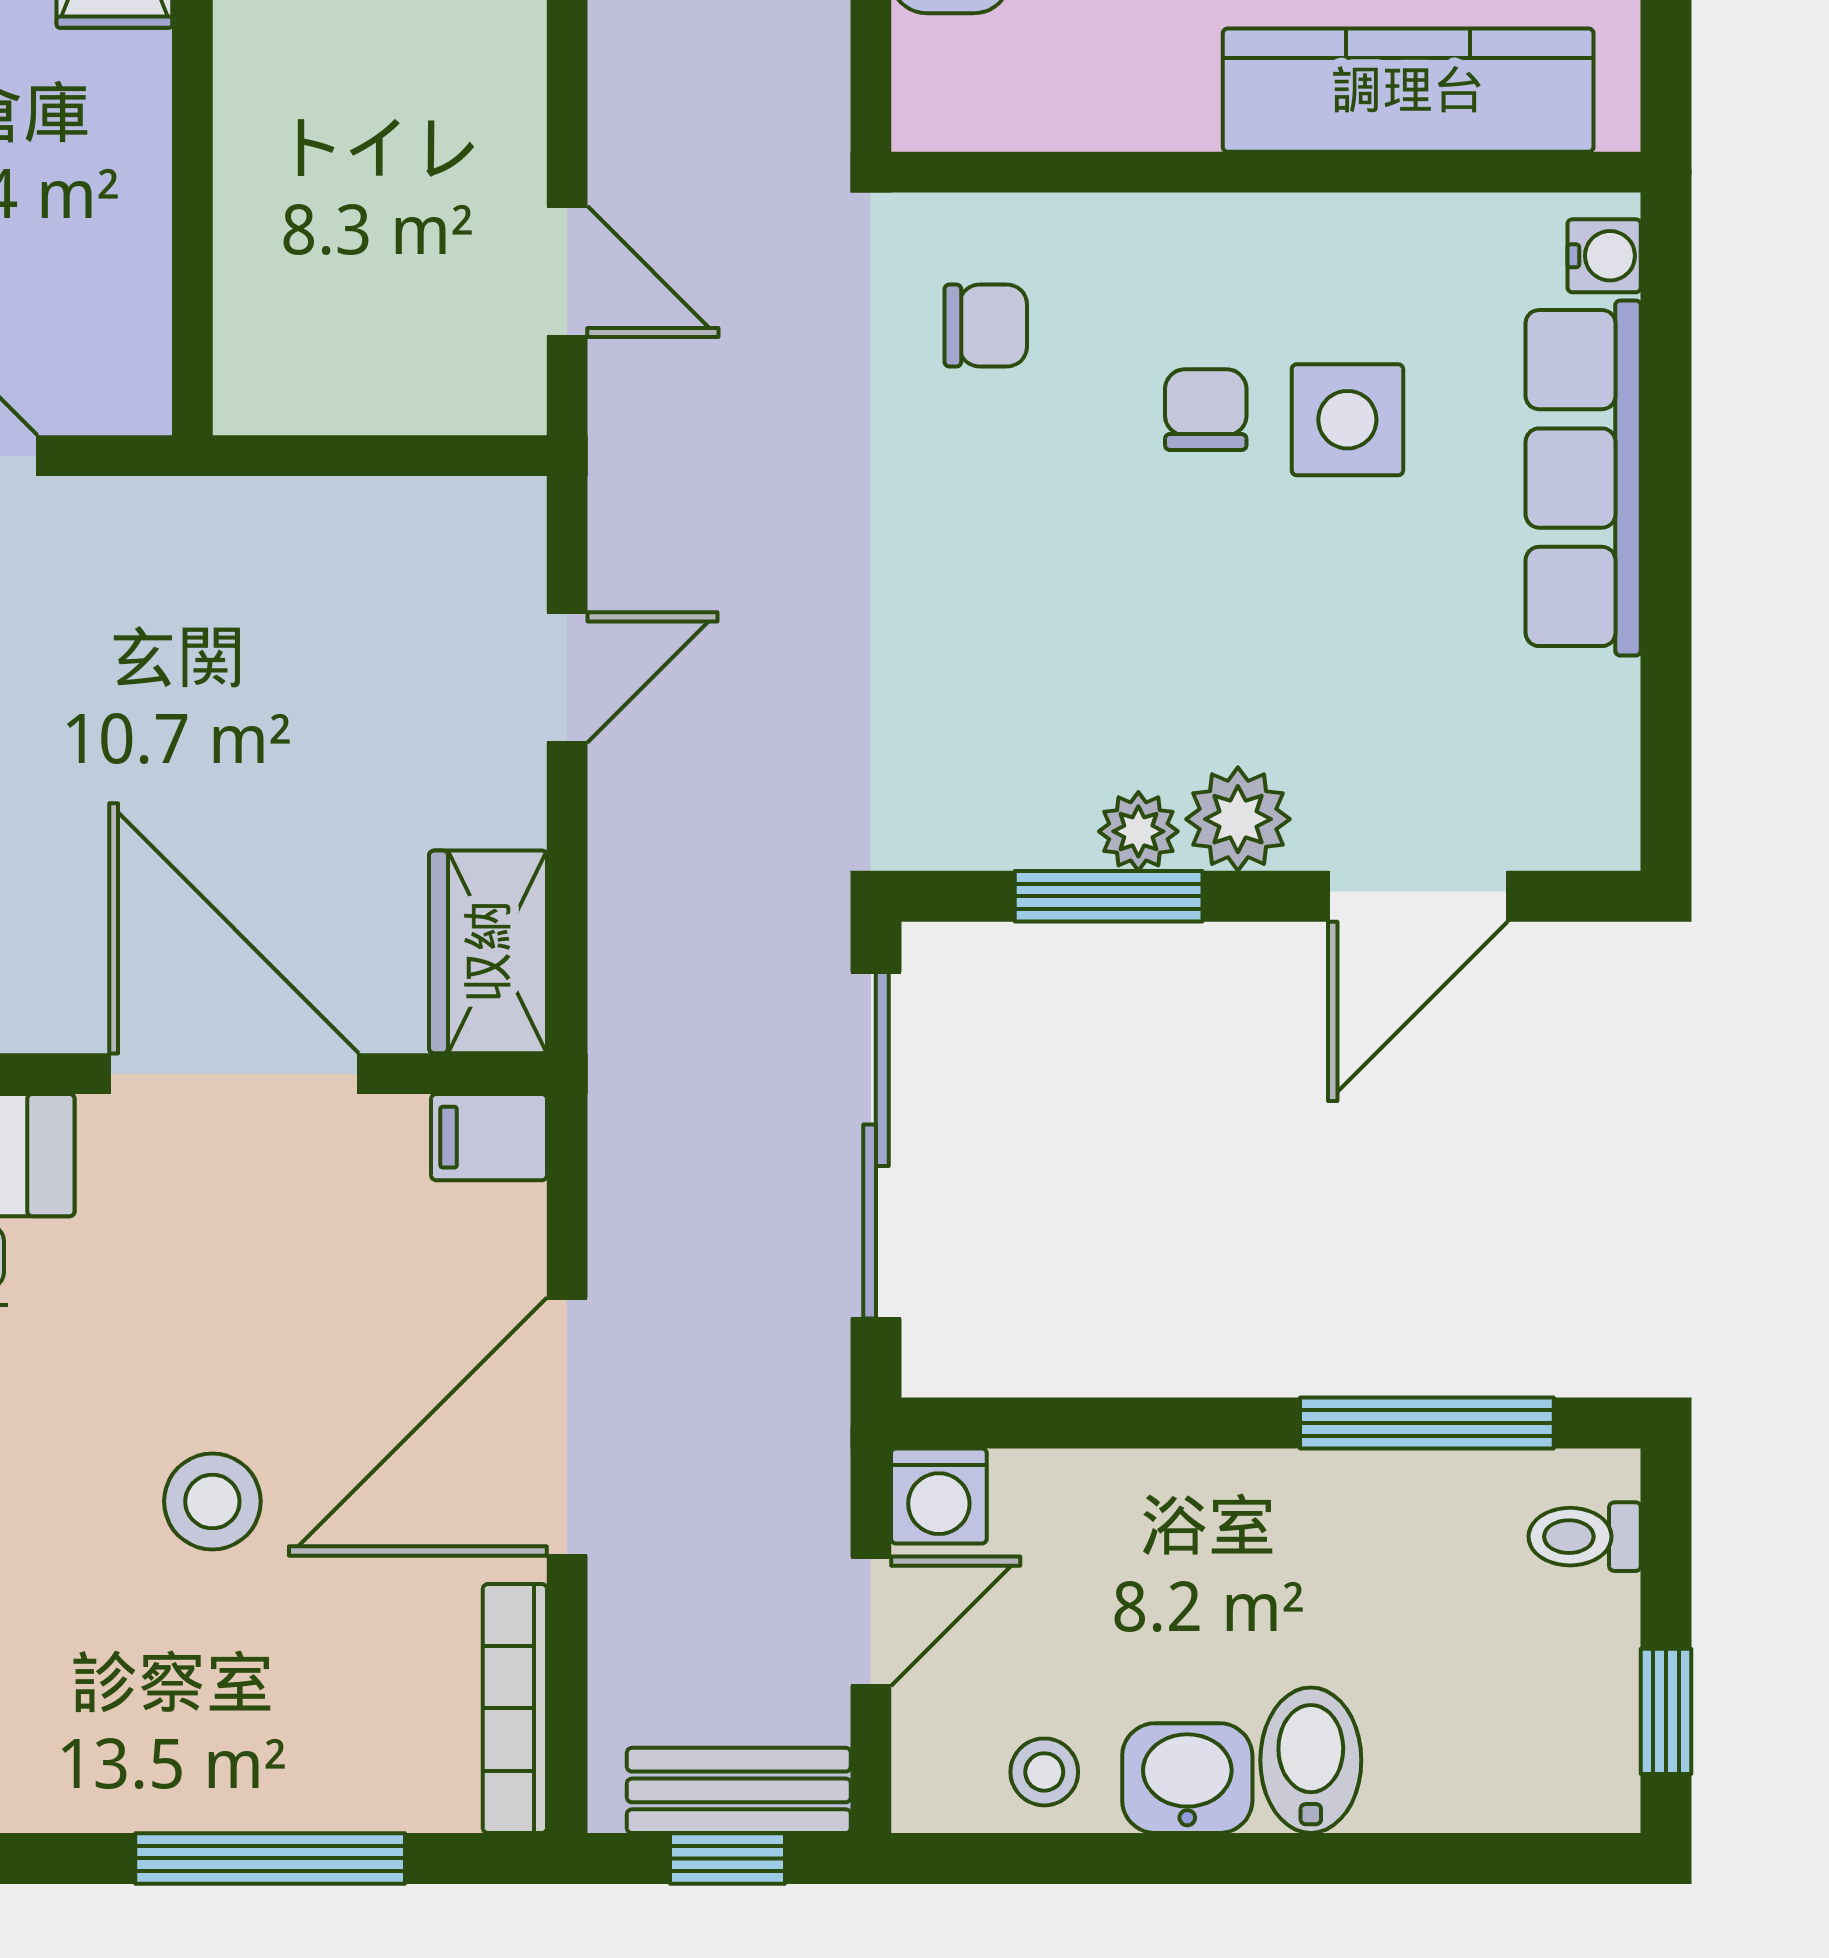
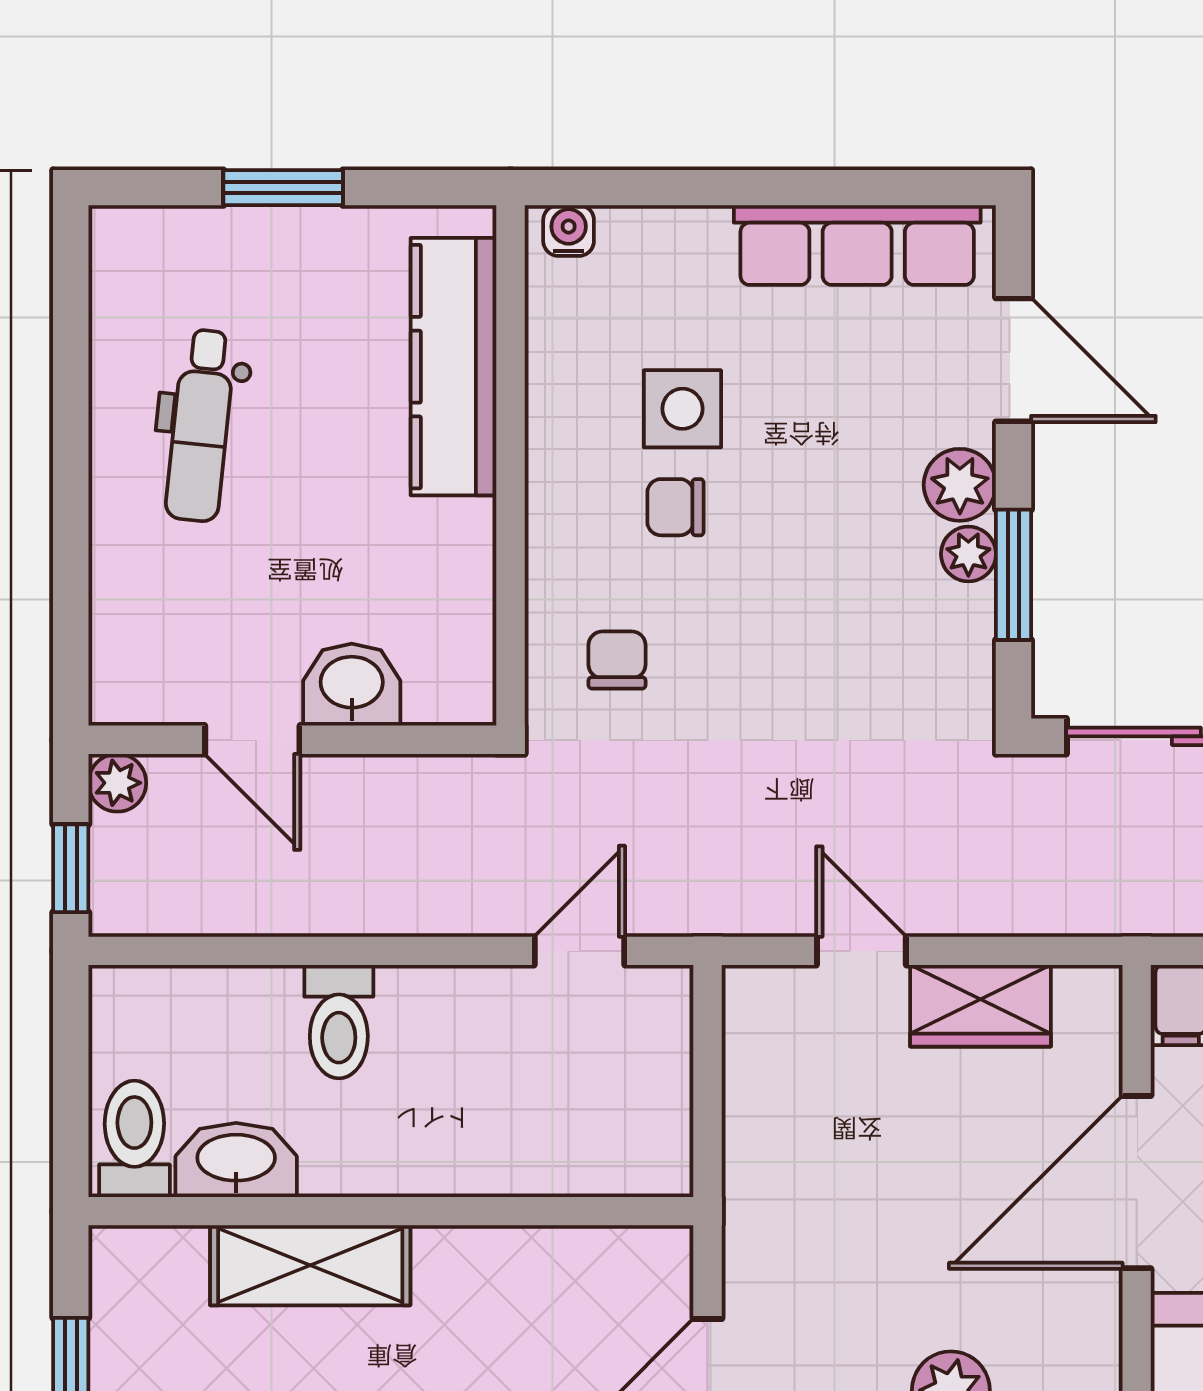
row of seats: (1583, 478) -> (857, 245), moved
wardrobe: (488, 952) -> (980, 1006), moved

